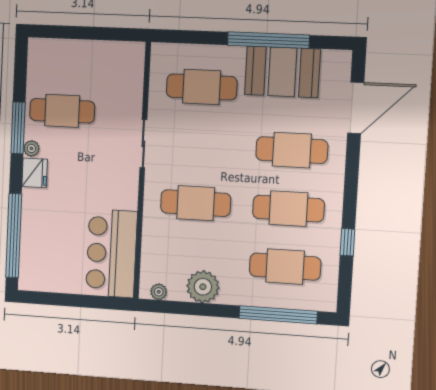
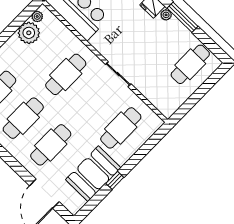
window: (268, 40) -> (115, 180), width x0.32
cafe table: (62, 111) -> (190, 64), moved
plant: (203, 287) -> (29, 33), moved

